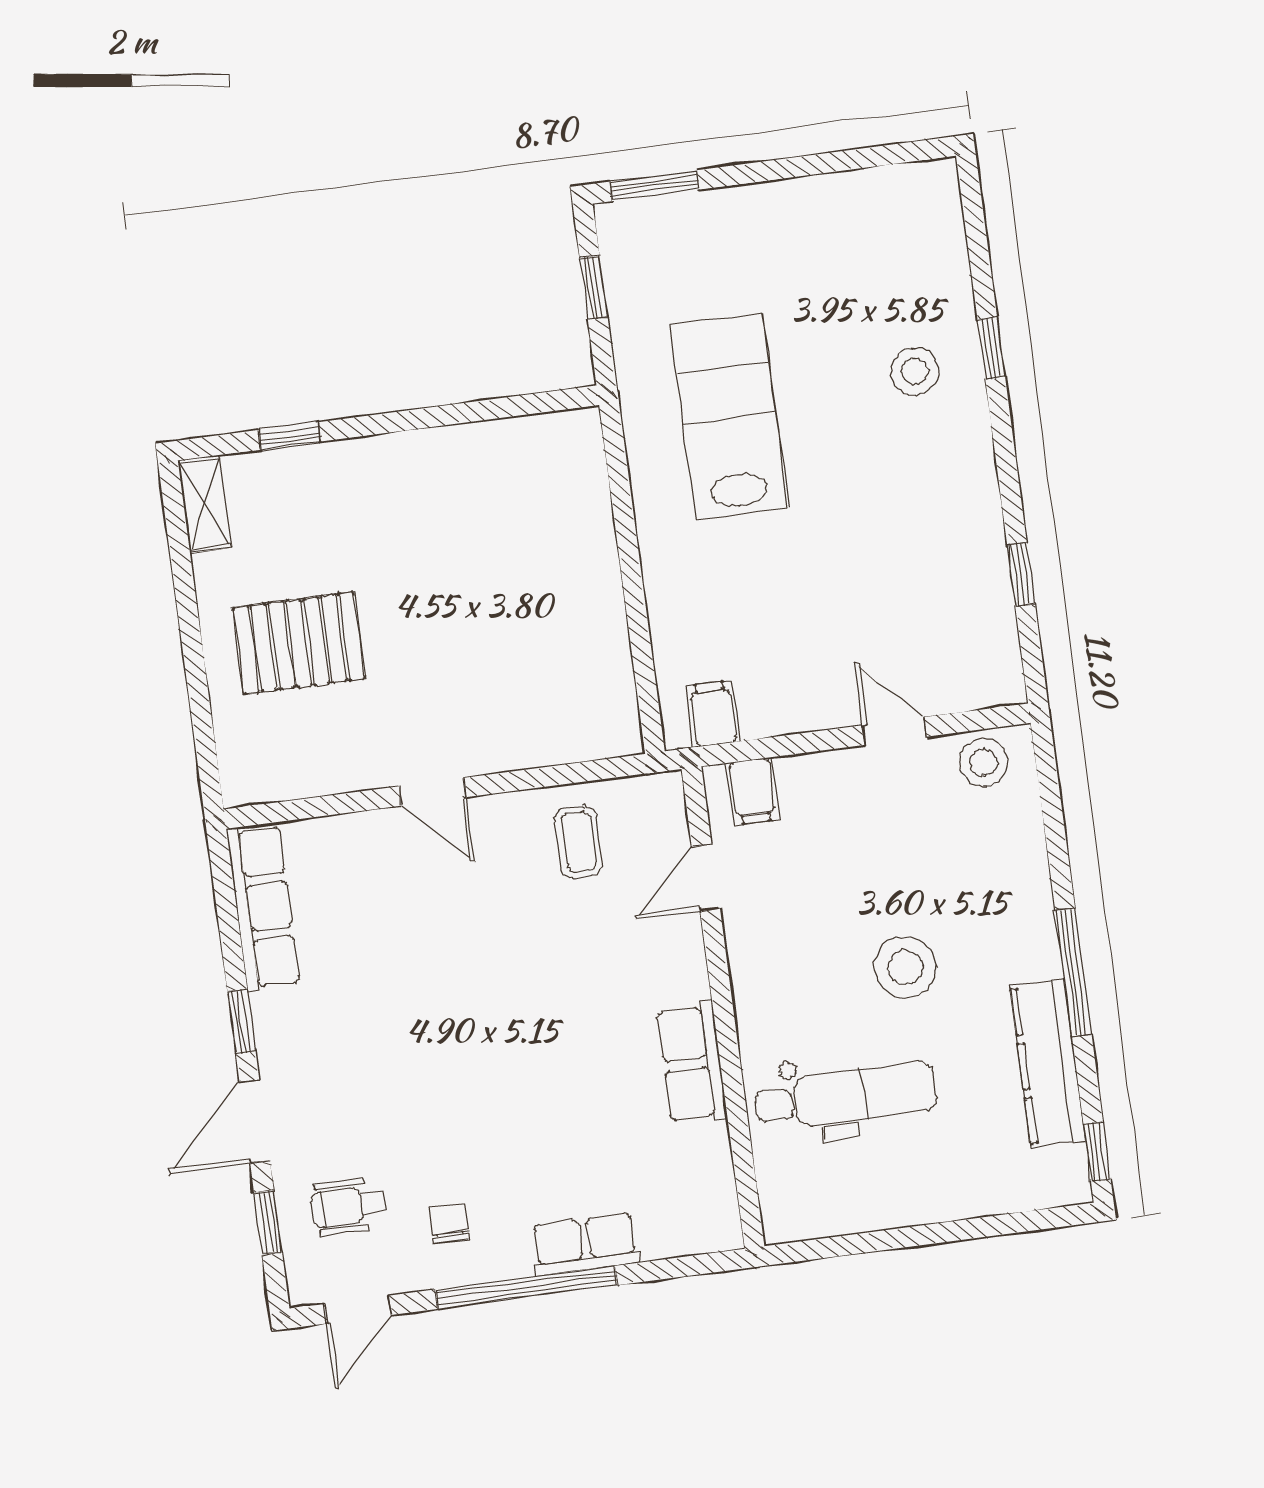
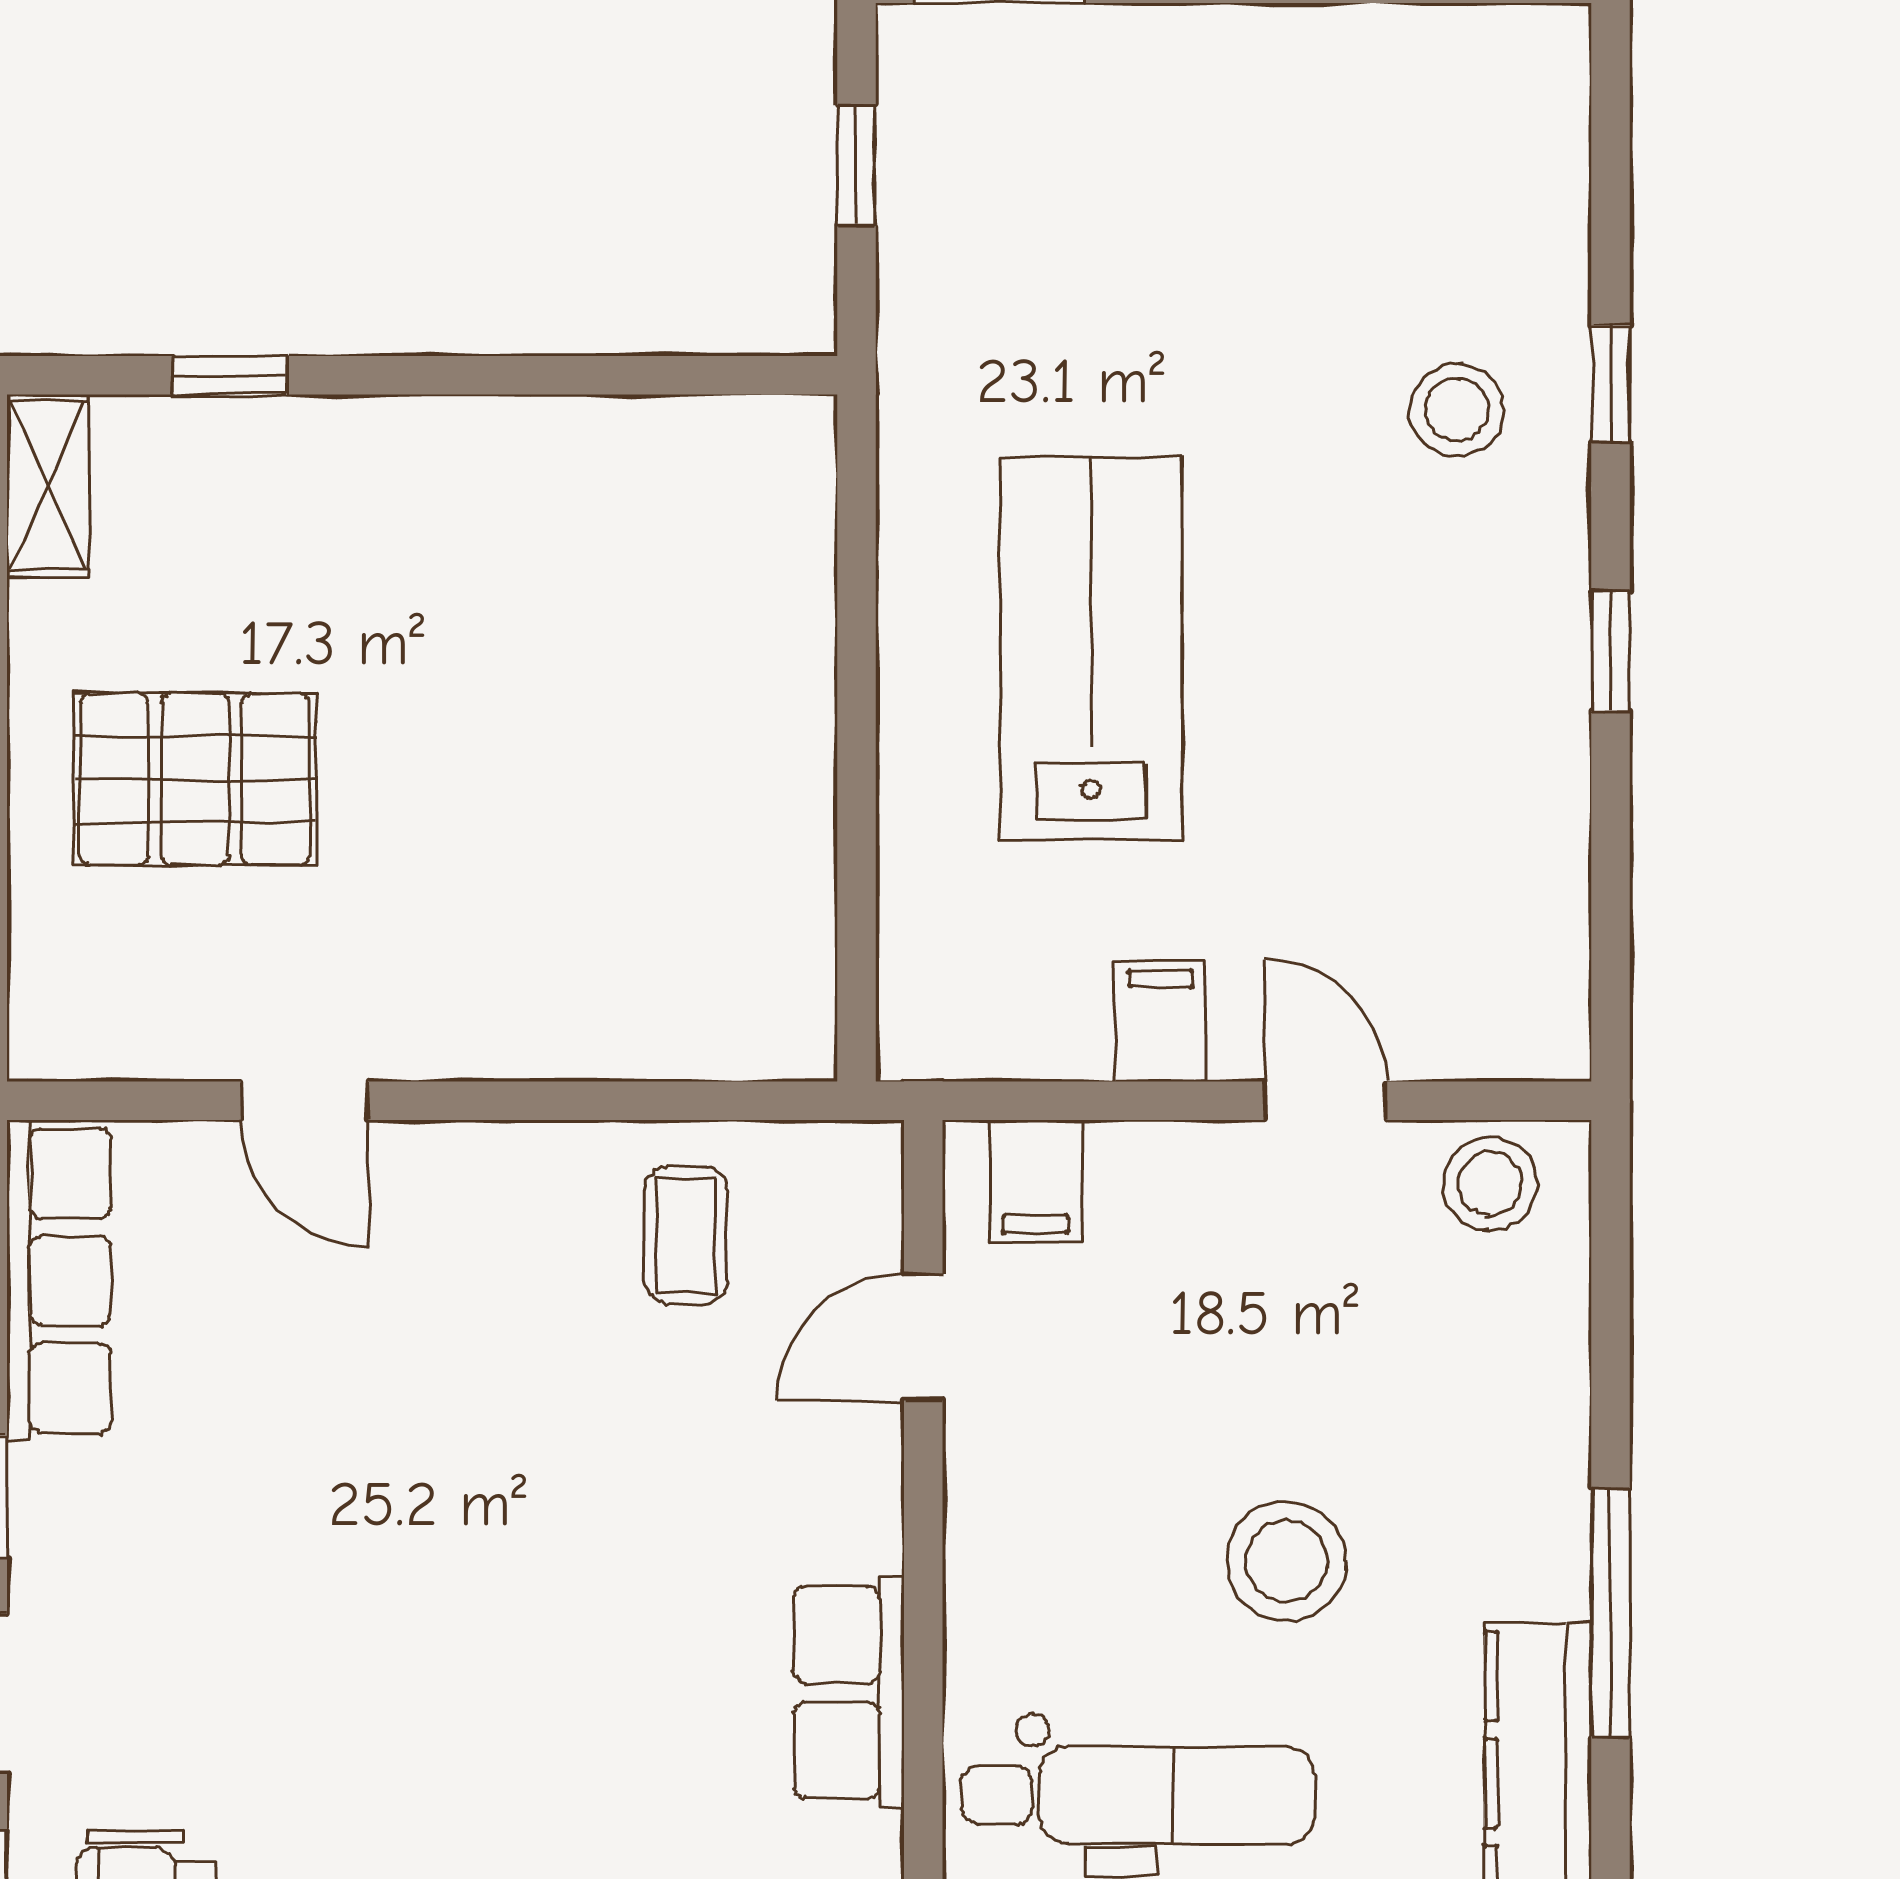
lab bench: (729, 416) -> (1091, 648), moved
window: (1021, 575) -> (1611, 651), moved
filing cabinet: (713, 714) -> (1161, 1021), moved
door: (432, 792) -> (304, 1101), moved

